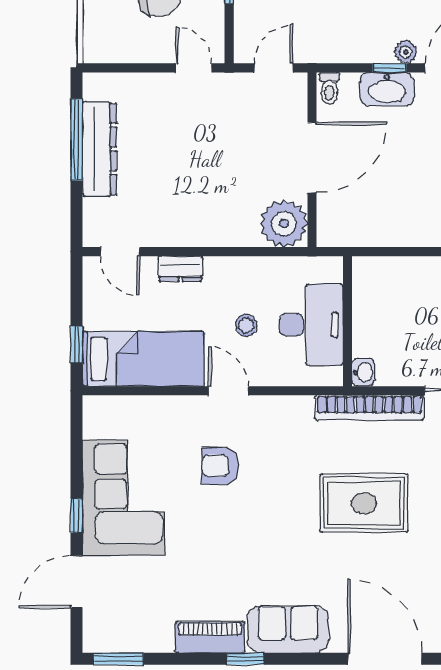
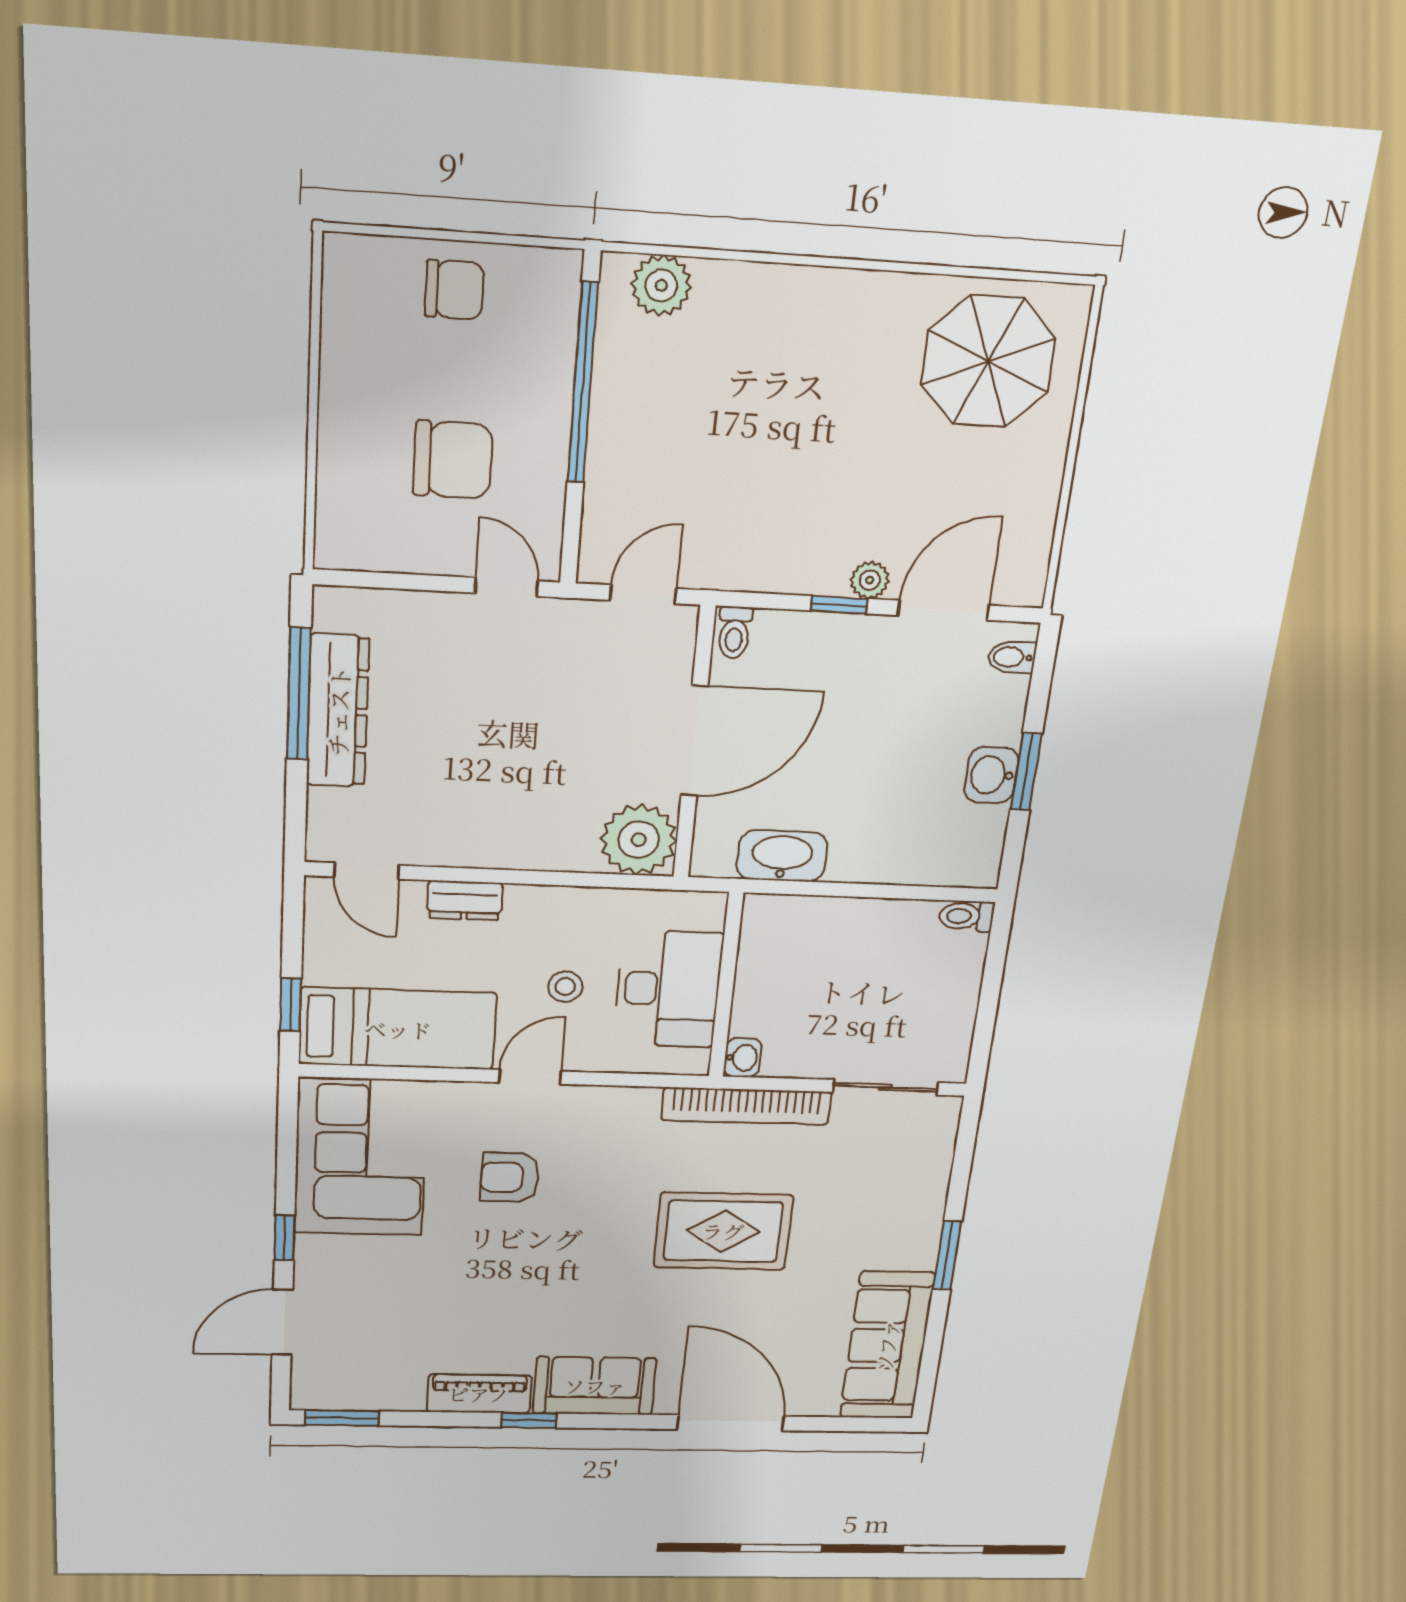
washbasin: (387, 89) -> (782, 856), moved, turned 180
door: (228, 391) -> (530, 1077), hinge flipped
corner sofa: (124, 498) -> (361, 1158), moved

